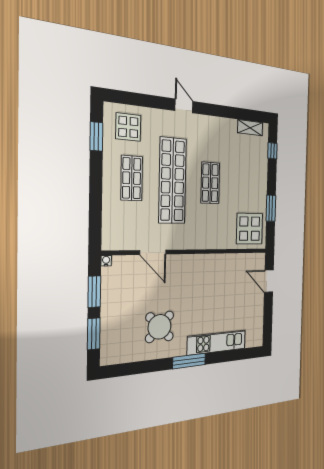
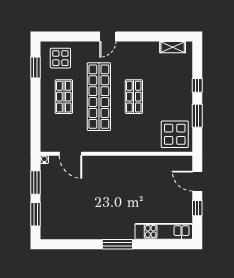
door: (184, 106) -> (108, 36), swing flipped
window: (272, 151) -> (197, 85), moved
door: (153, 252) -> (70, 154), moved
window: (268, 311) -> (197, 208), added
round table: (160, 327) -> (90, 214), removed
kitchen unit: (217, 342) -> (164, 231), moved

